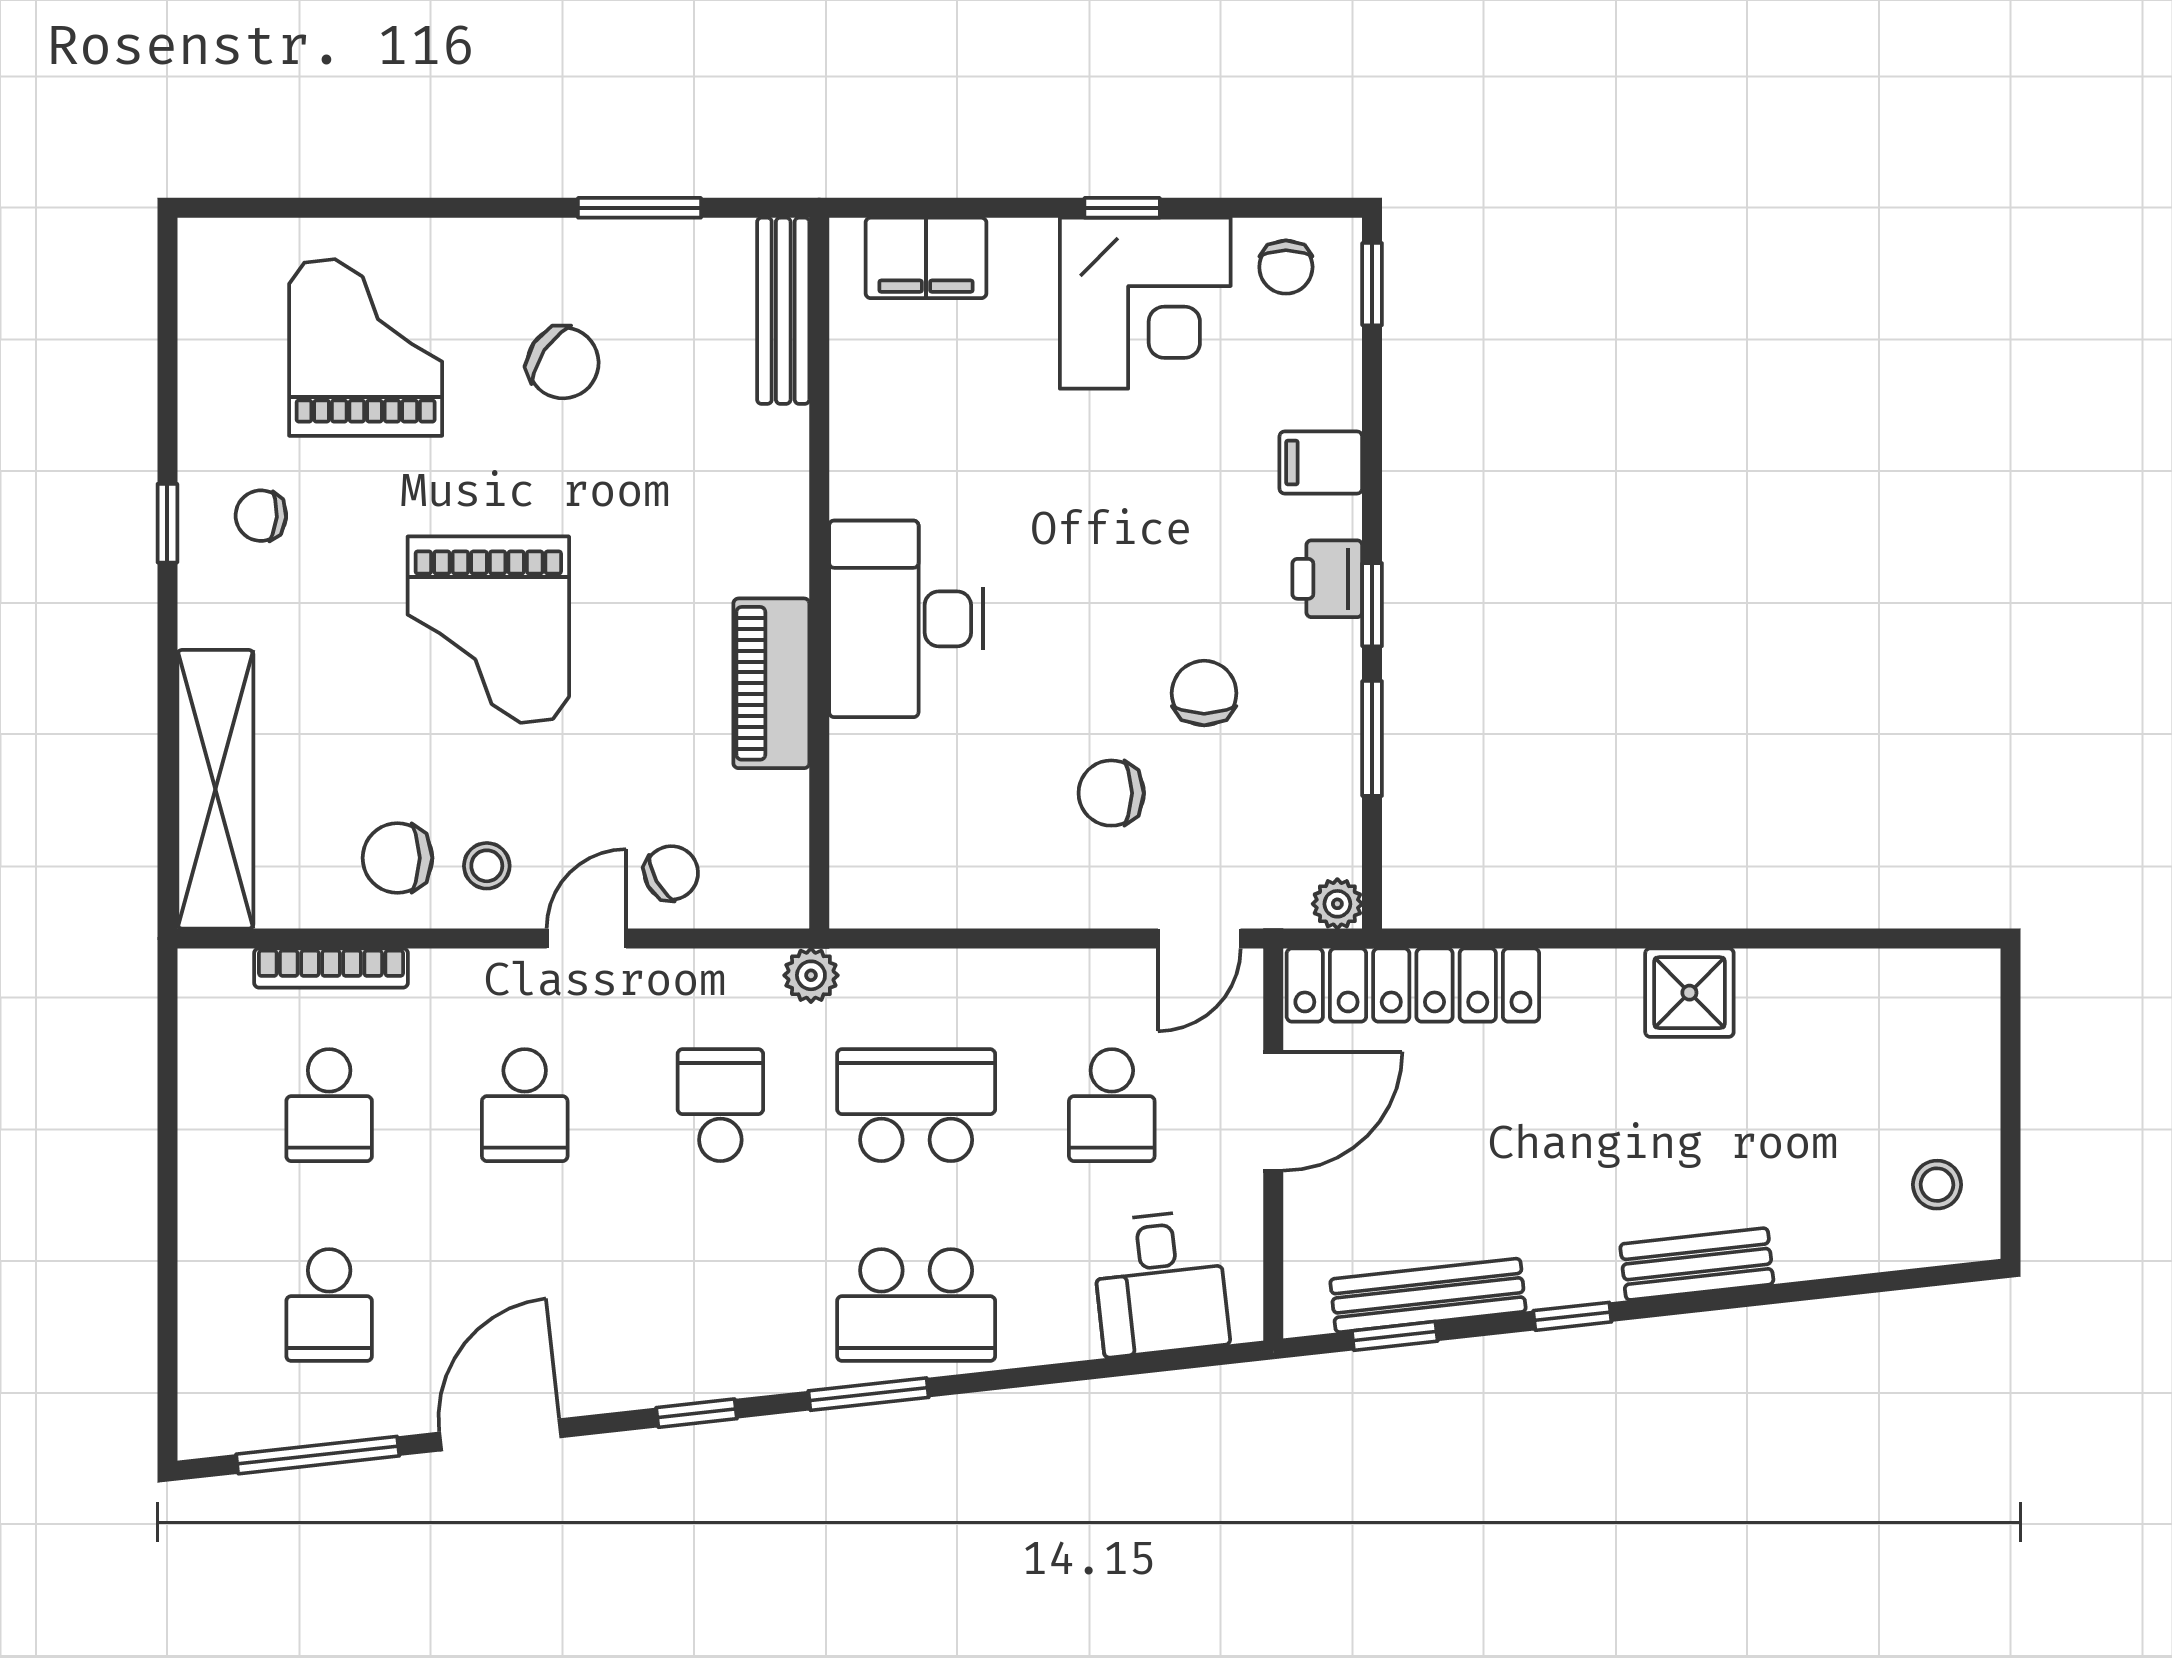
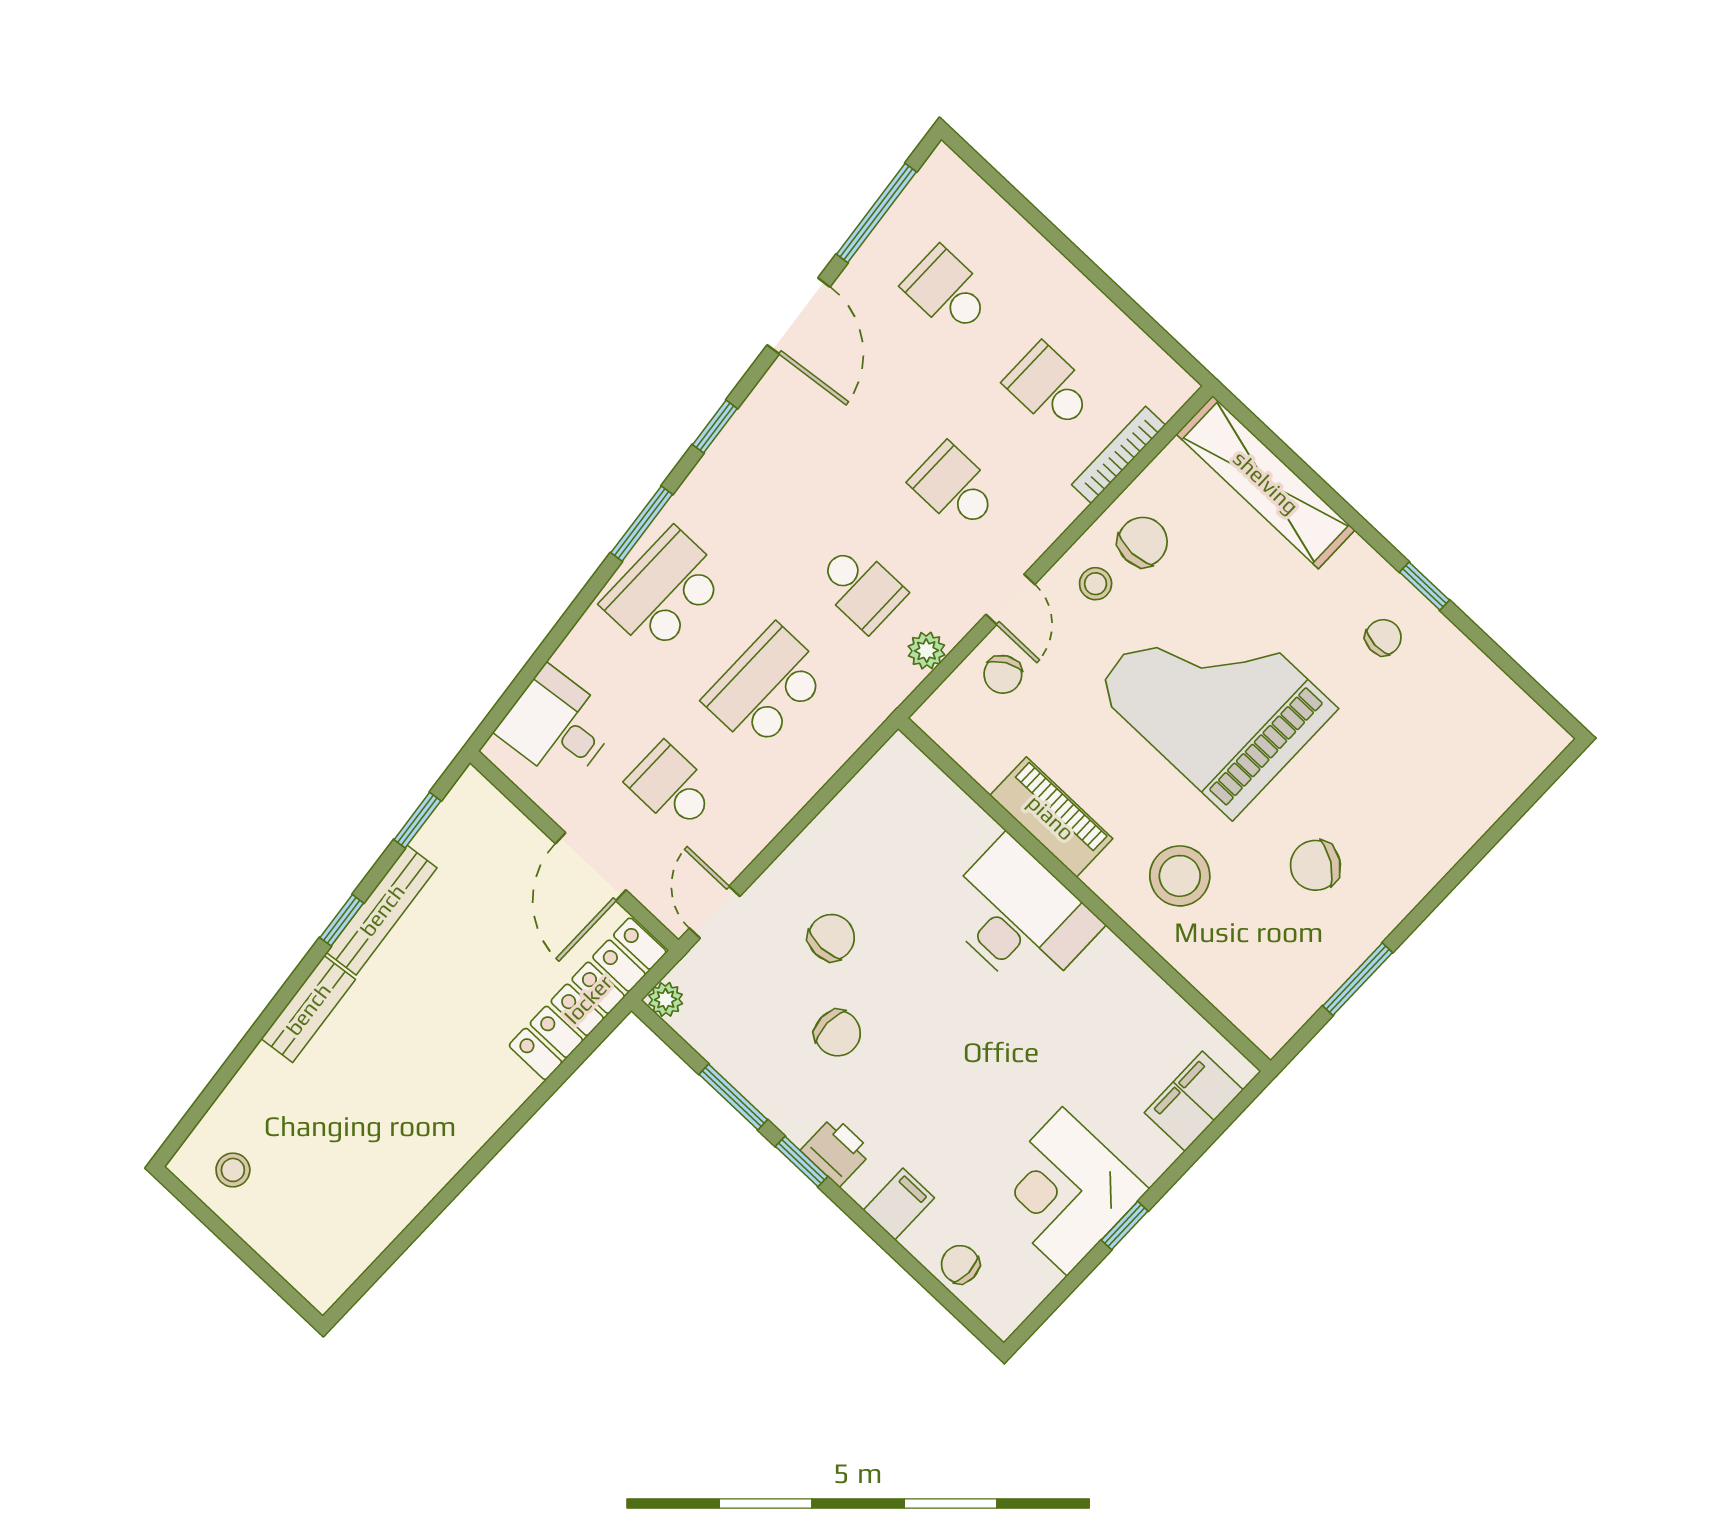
chair: (1286, 267) -> (960, 1264), moved
window: (1372, 284) -> (965, 1316), removed
bench: (783, 311) -> (1236, 1003), removed
grand piano: (366, 347) -> (1419, 772), removed
stool: (707, 493) -> (1180, 876), added
grand piano: (488, 630) -> (1215, 698), width x1.37, depth x1.48
plant: (811, 975) -> (926, 651), moved
shower: (1689, 993) -> (450, 1136), removed
school desk: (916, 1105) -> (766, 687), turned 180
bench: (1428, 1295) -> (382, 910), moved

